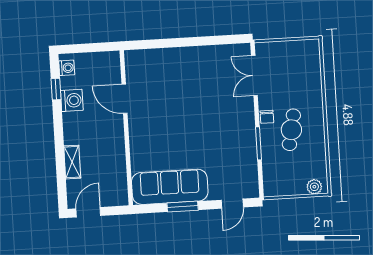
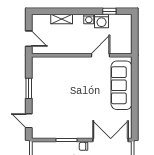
washing machine: (67, 68) -> (89, 19), moved
double door: (254, 76) -> (111, 140), width x1.37
sofa: (170, 187) -> (122, 85), moved, turned 180
door: (88, 212) -> (29, 39), moved

